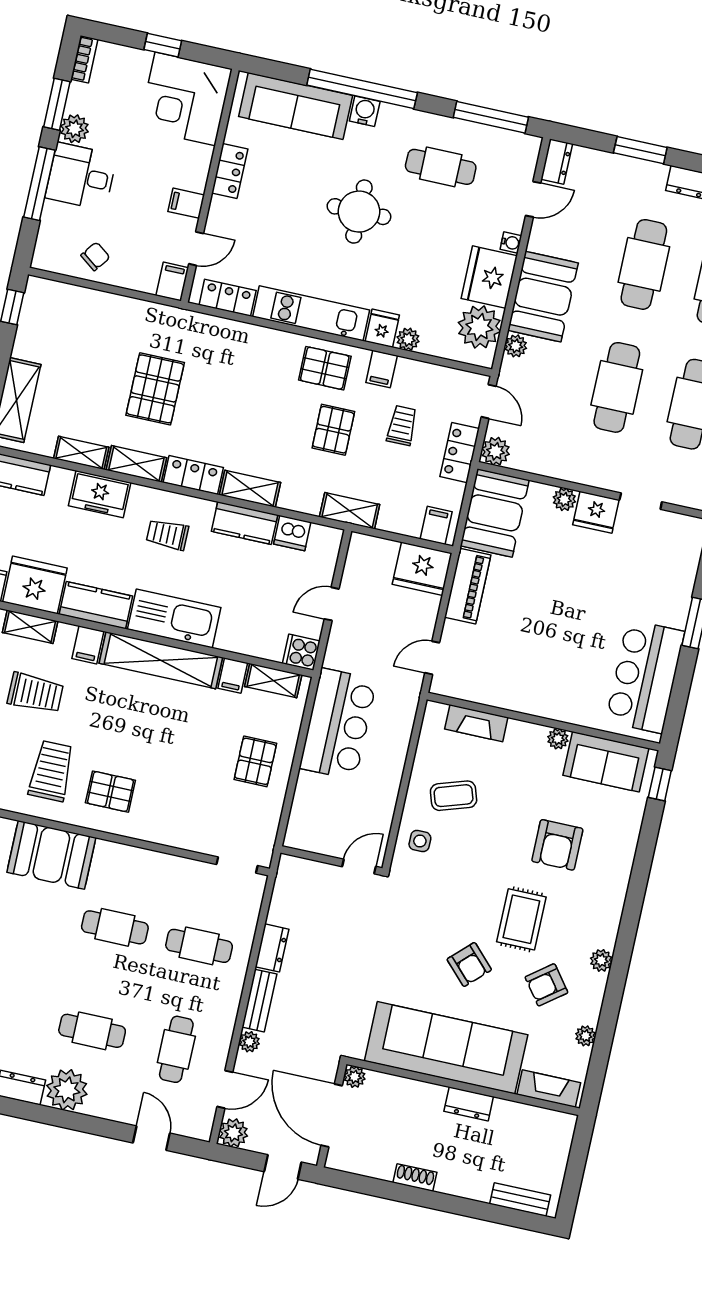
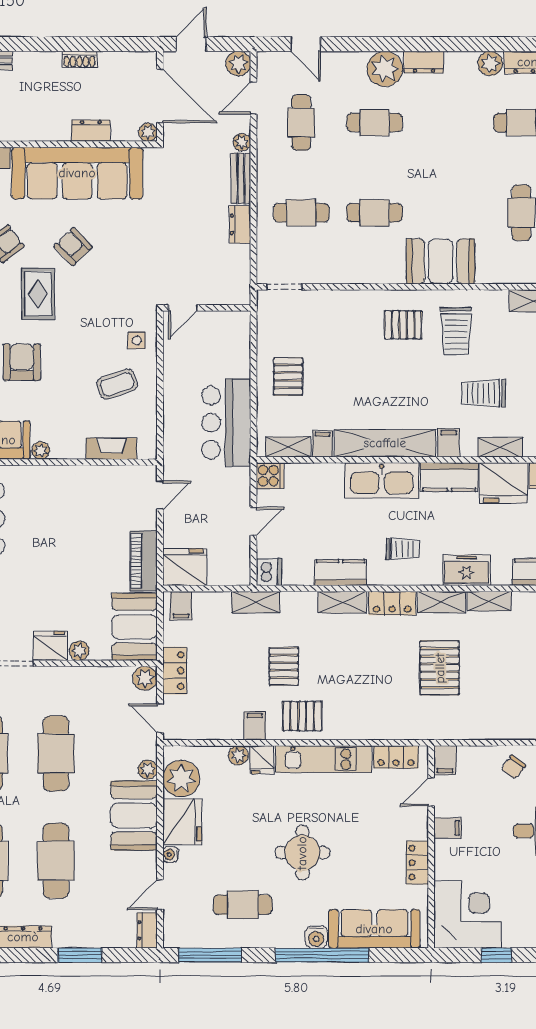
trolley: (402, 426) -> (228, 683), removed
dishwasher: (292, 533) -> (269, 572), moved, turned 90
dresser: (469, 1104) -> (91, 131), moved

